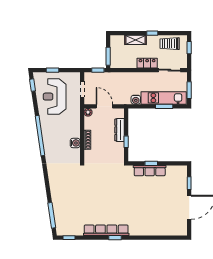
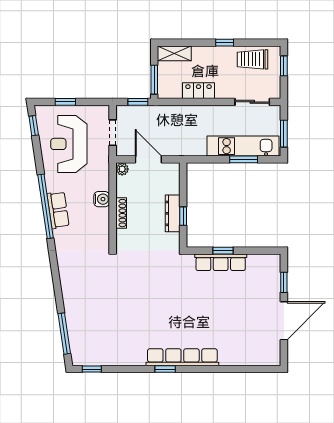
shelving: (135, 40) -> (174, 53), moved
locker: (147, 63) -> (198, 91), moved
water cooler: (136, 100) -> (199, 149), removed
dresser: (120, 130) -> (173, 213), moved
row of seats: (48, 138) -> (58, 210), added
water cooler: (75, 143) -> (102, 199), moved
row of seats: (106, 230) -> (182, 357), moved

